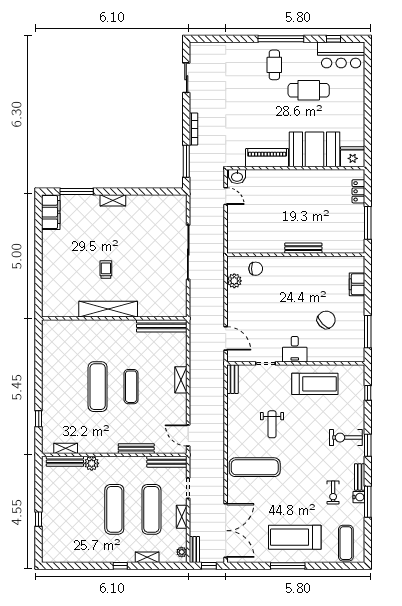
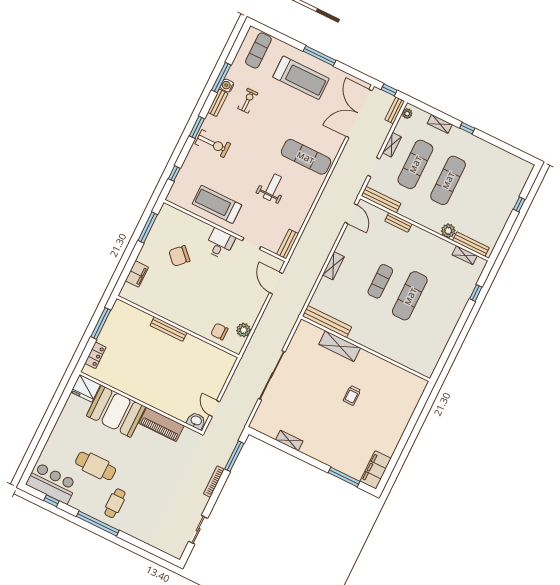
shelving: (113, 200) -> (289, 441), moved
shelving: (108, 309) -> (340, 346), moved, width x0.68
bench: (136, 449) -> (398, 222), width x0.73

